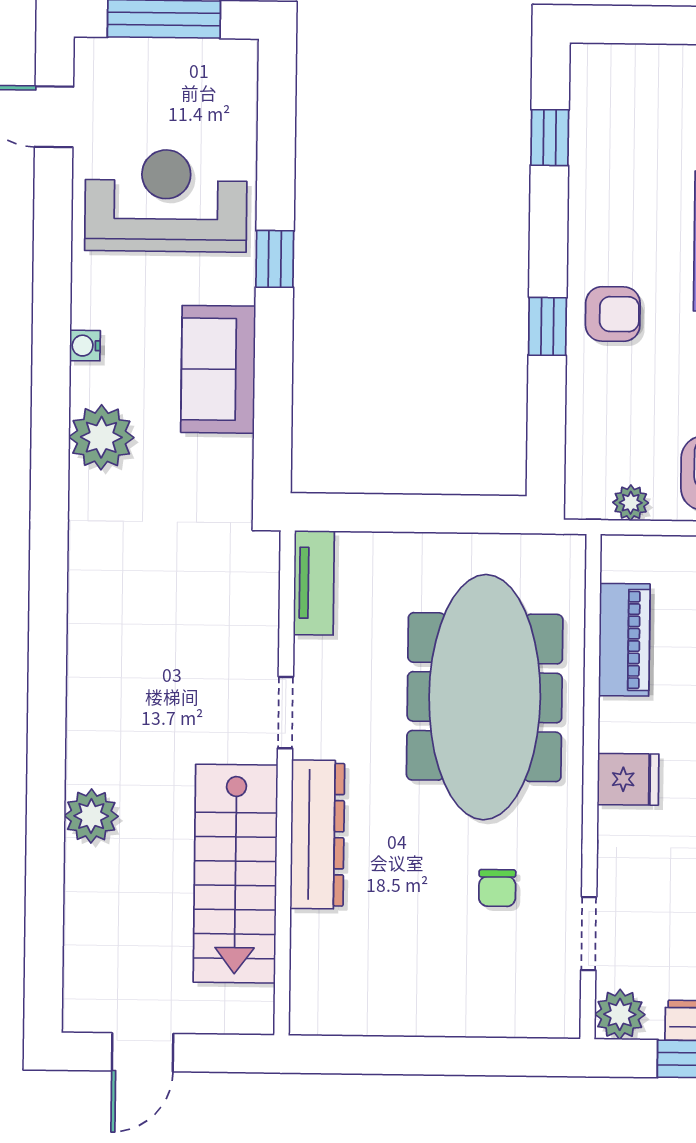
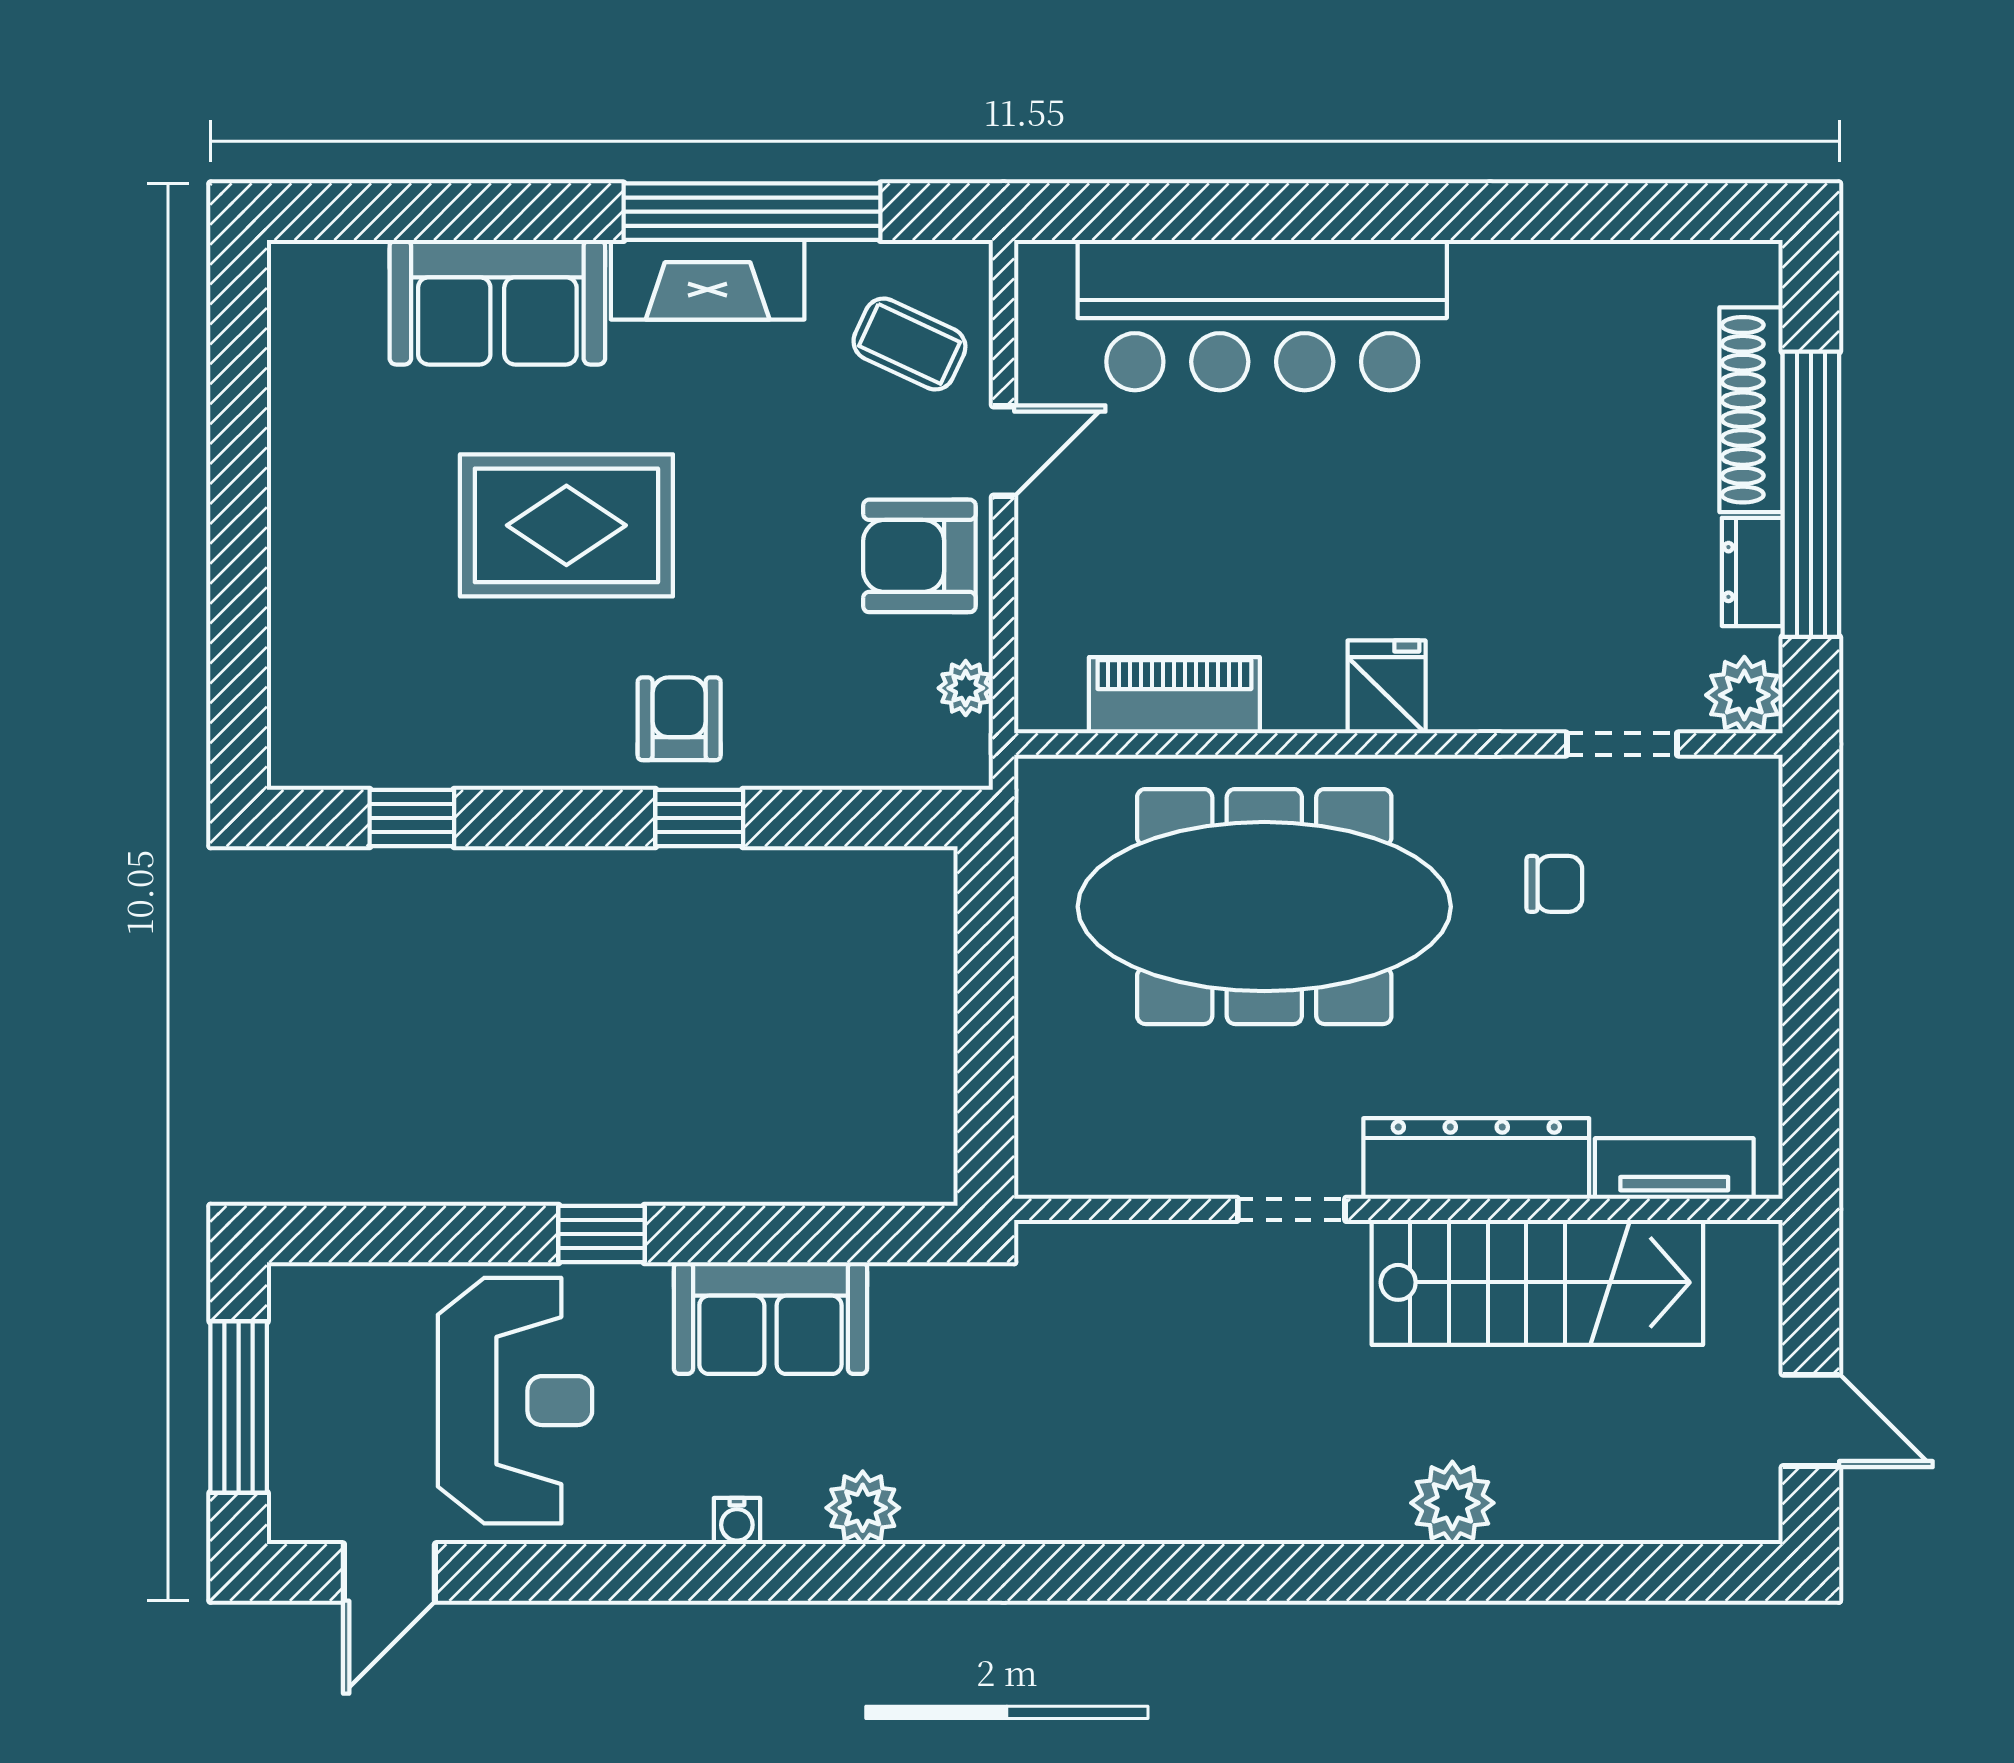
reception desk: (166, 201) -> (515, 1401), turned 180
plant: (101, 437) -> (863, 1508), width x0.73, depth x0.73
tv unit: (314, 583) -> (1674, 1168), moved

